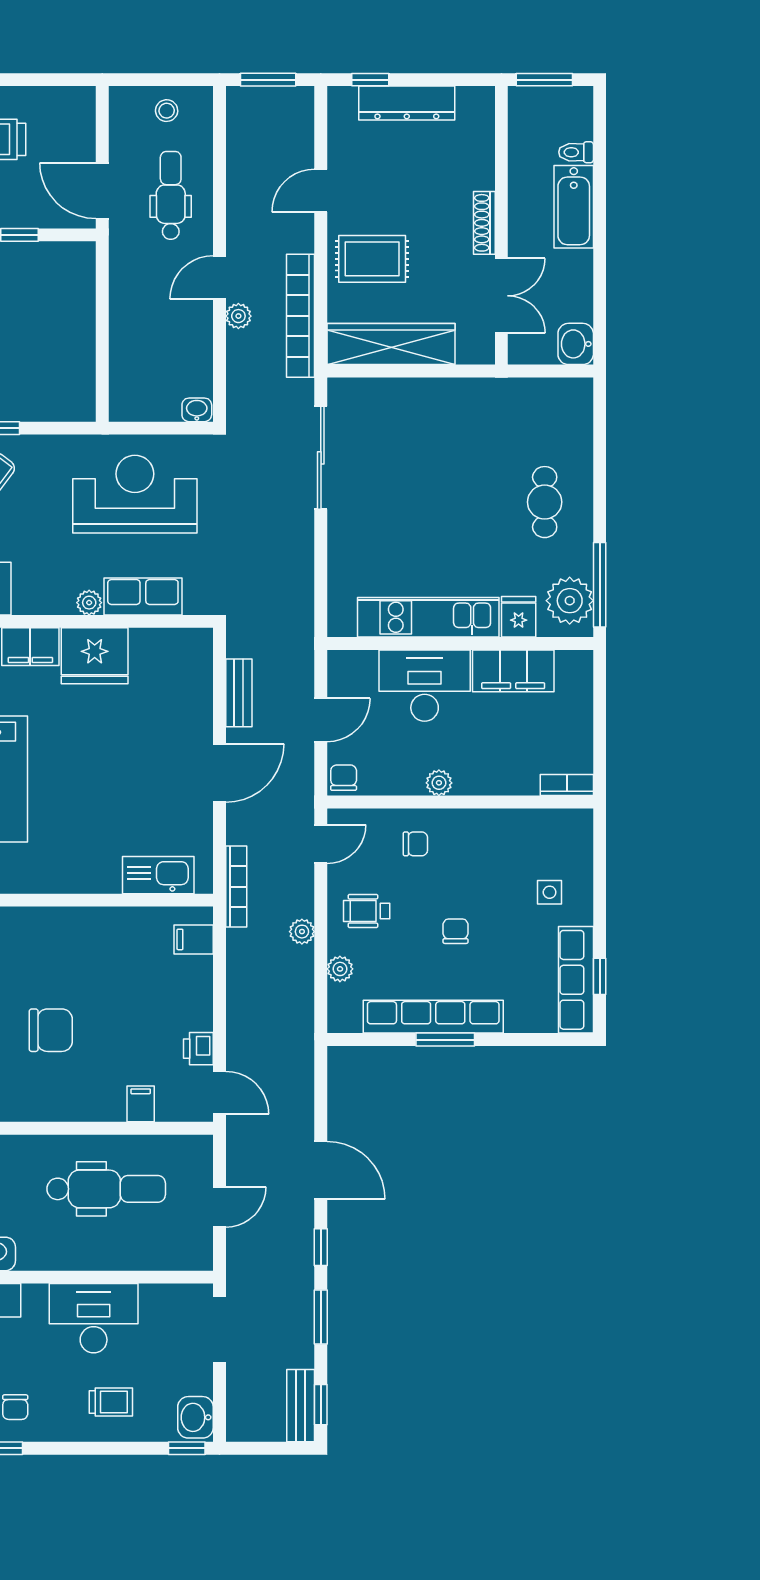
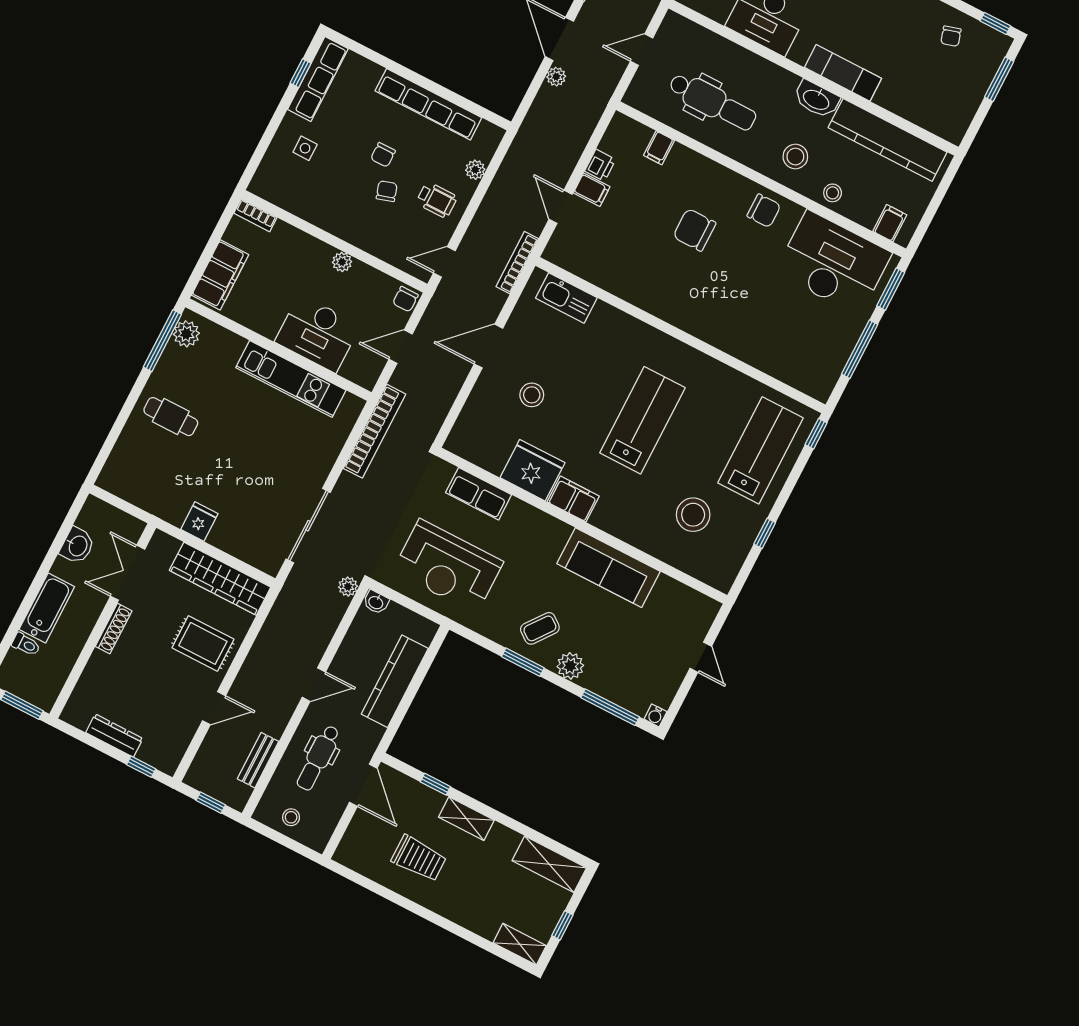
window: (268, 80) -> (211, 803), width x0.67
dresser: (407, 103) -> (114, 735), width x0.73, depth x0.80
plant: (238, 316) -> (348, 587), moved
bookcase: (300, 316) -> (374, 431), moved
kitchen counter: (128, 330) -> (395, 681), added
washbasin: (576, 344) -> (77, 546), moved
cafe table: (545, 502) -> (171, 417), turned 90
plant: (570, 601) -> (186, 334), width x0.73, depth x0.73
plant: (89, 603) -> (517, 508), removed
fridge: (519, 617) -> (199, 521), moved, turned 180
filing cabinet: (513, 671) -> (220, 275), moved, turned 90
bench: (239, 693) -> (258, 760), moved
stool: (140, 742) -> (532, 395), added
chair: (415, 844) -> (387, 191), moved, turned 73
plant: (302, 932) -> (556, 77), moved
filing cabinet: (194, 939) -> (592, 190), moved
window: (445, 1040) -> (428, 84), removed
door: (219, 1093) -> (560, 207), moved
dental chair: (106, 1189) -> (713, 102), turned 180

